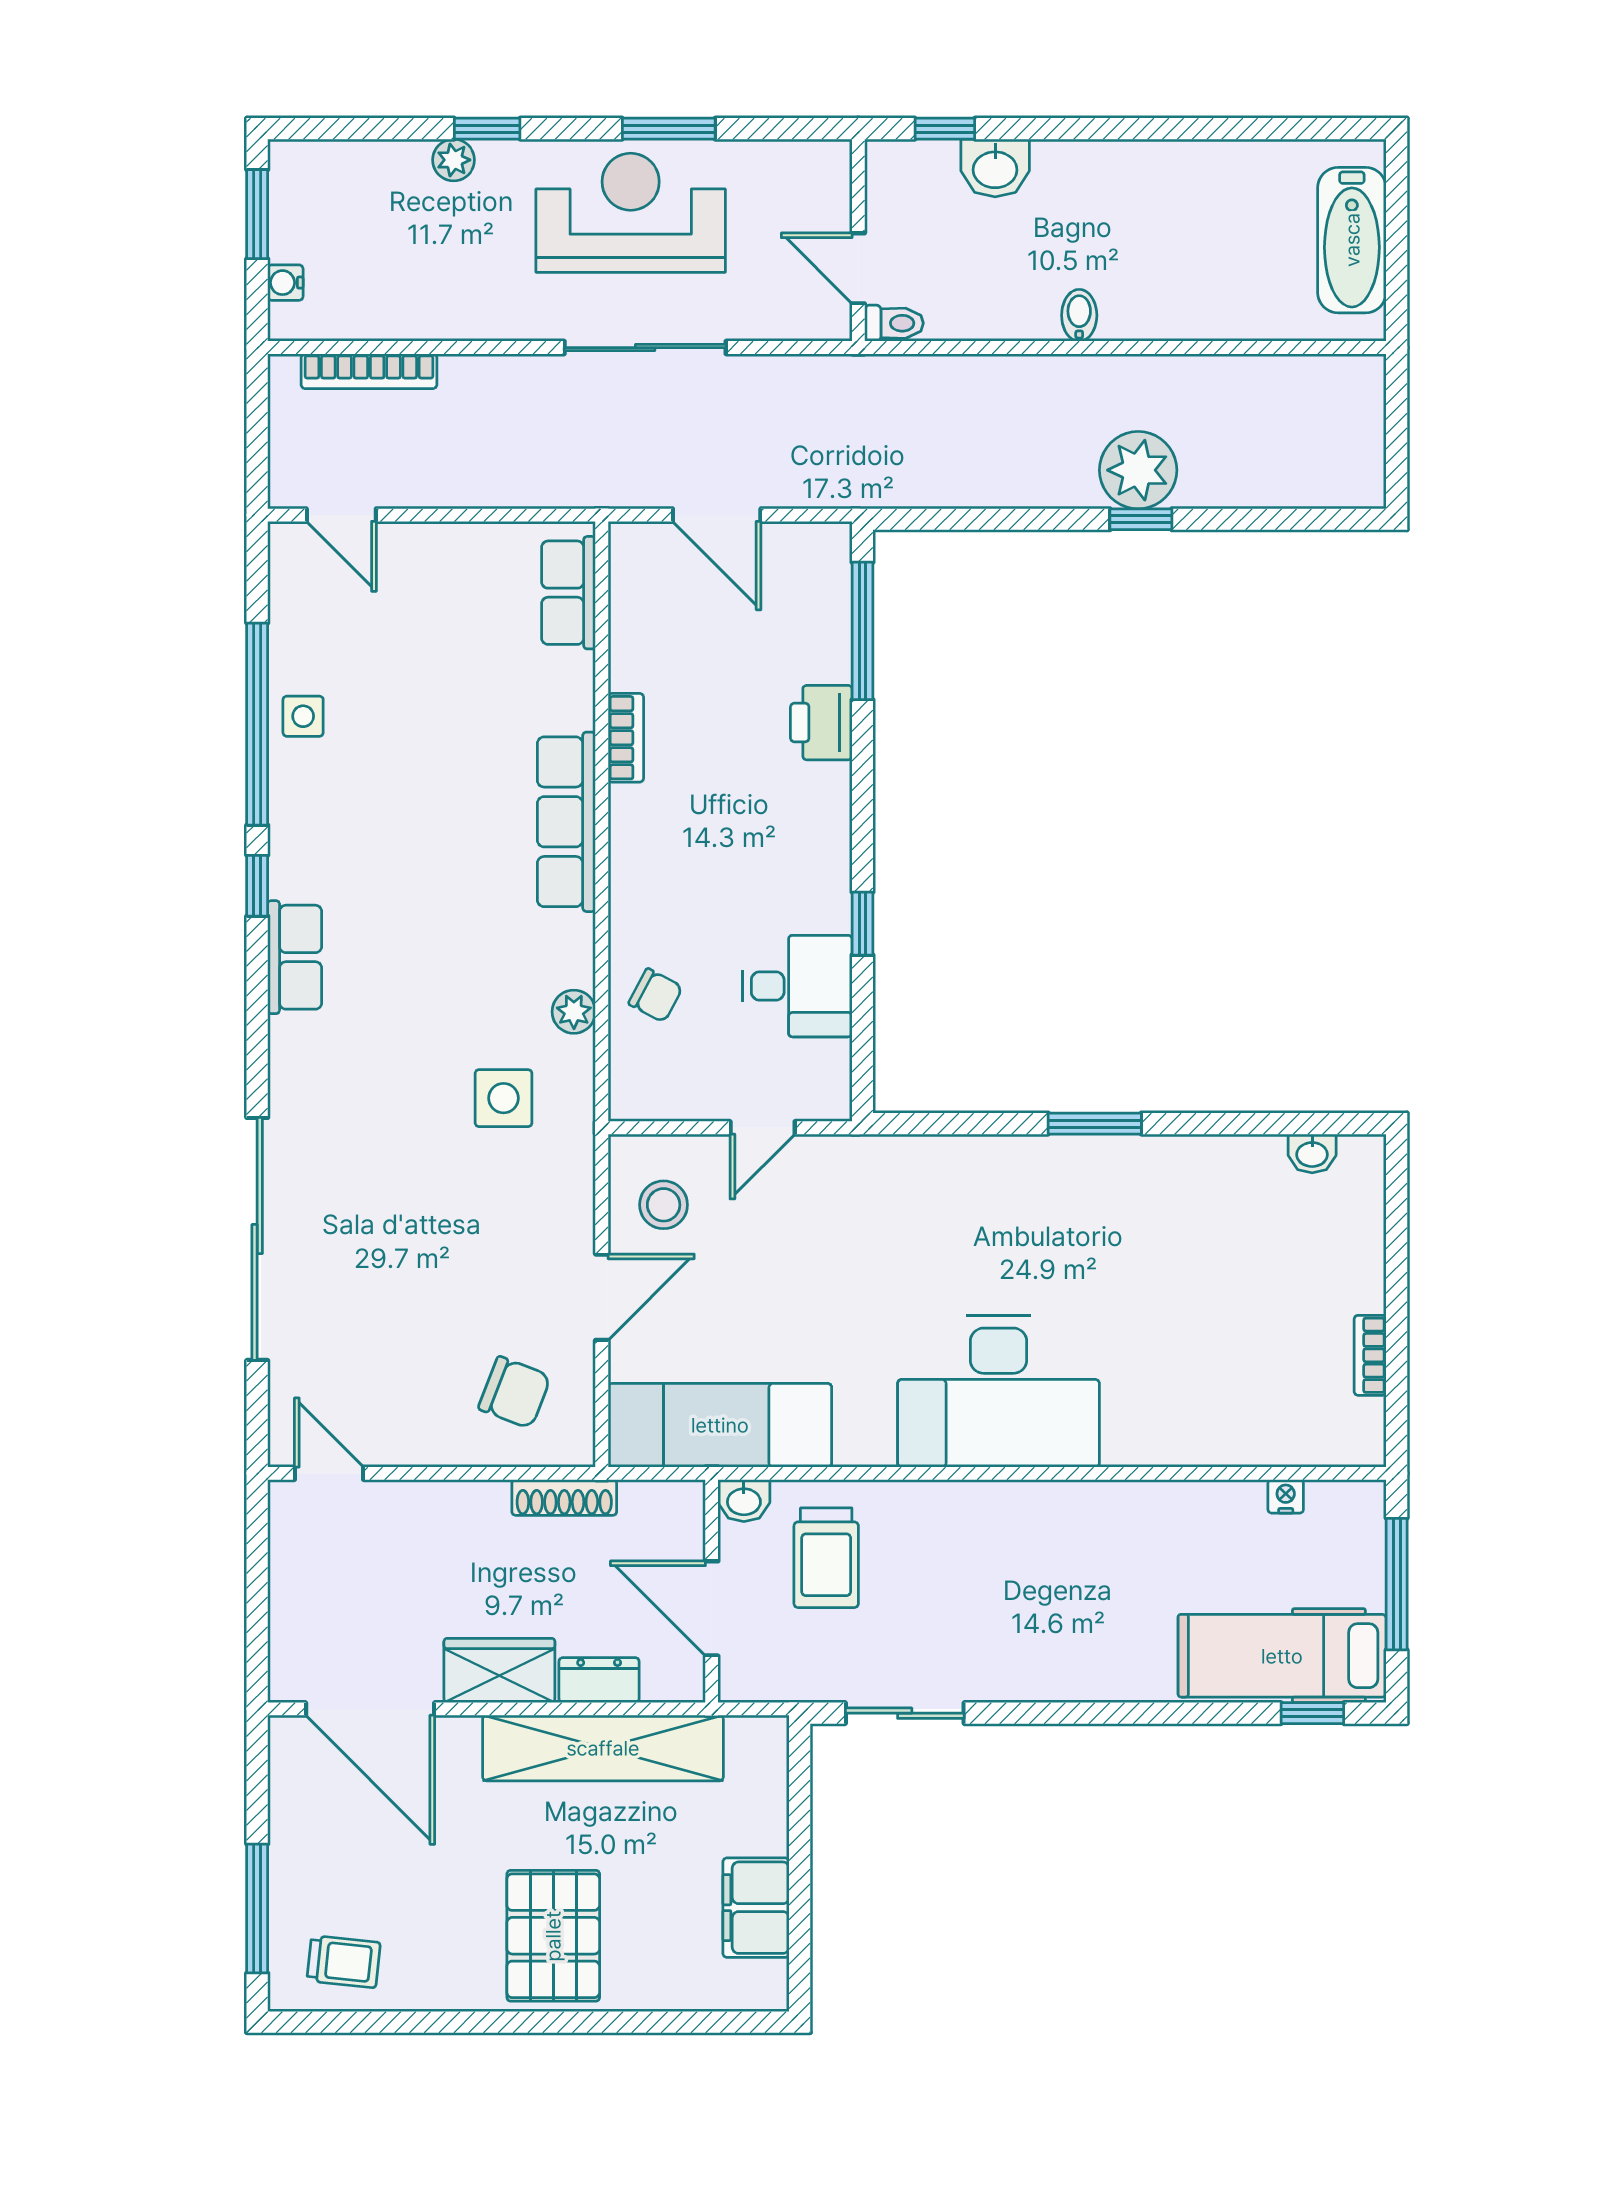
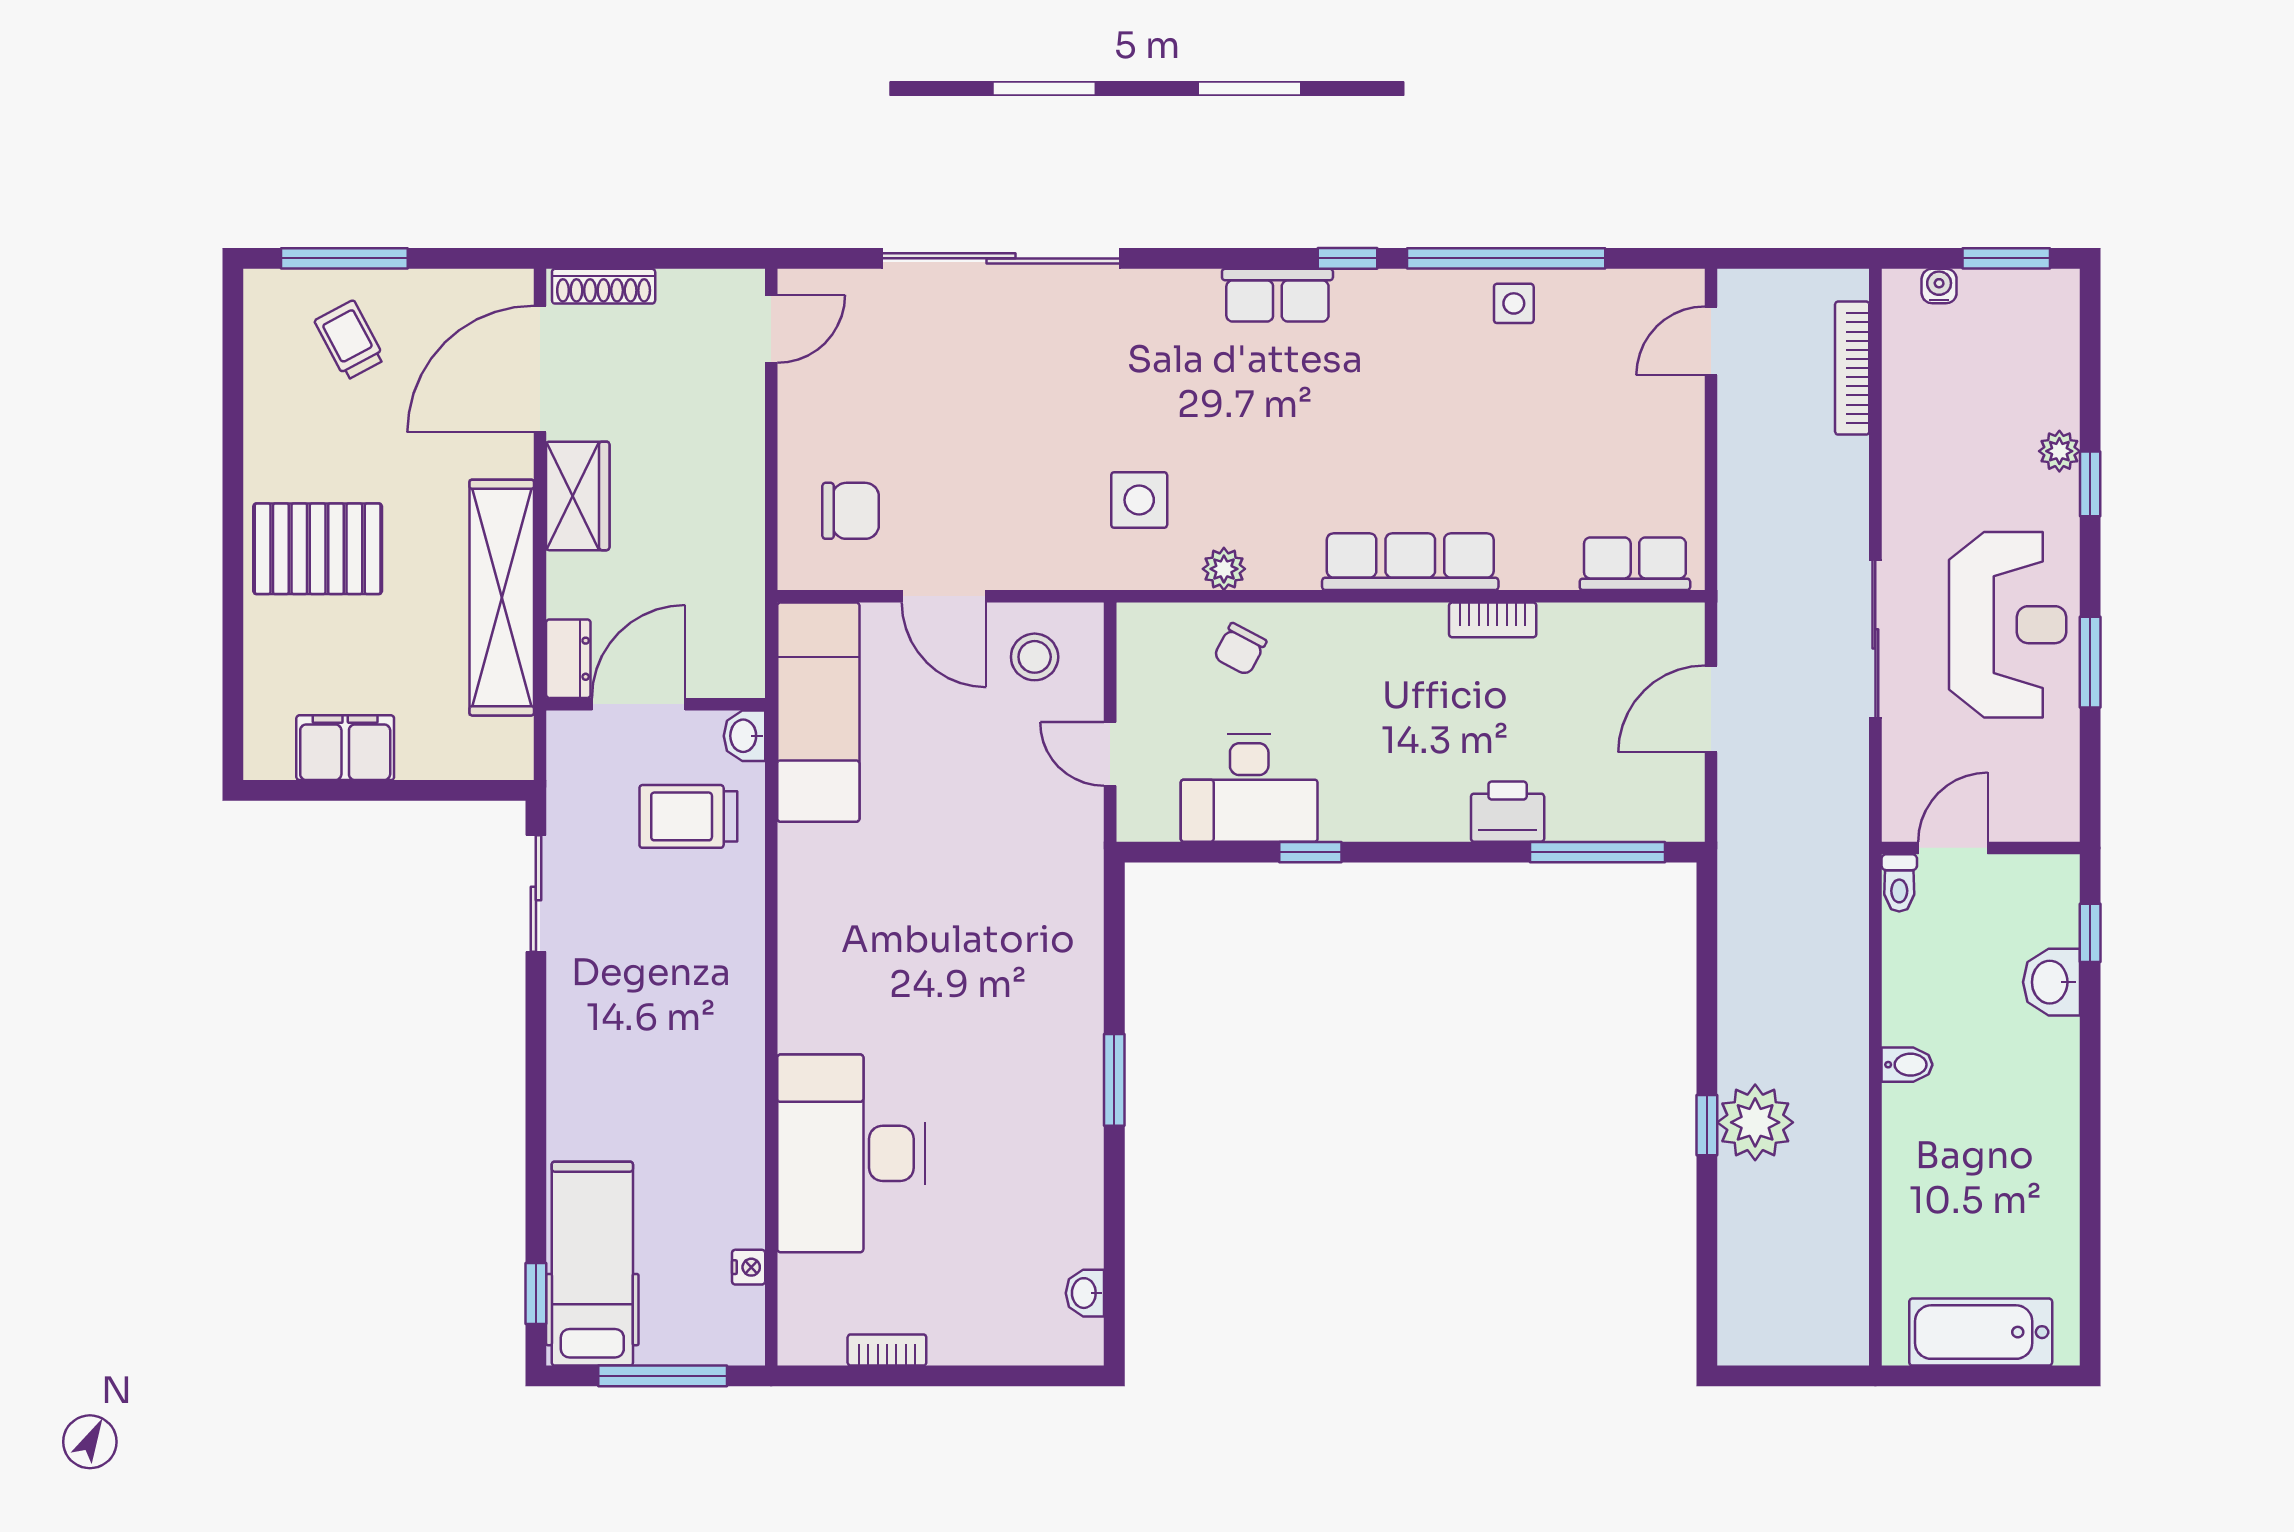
desk: (797, 986) -> (1249, 788), width x1.37
chair: (515, 1392) -> (851, 511), turned -111
desk: (998, 1392) -> (851, 1153), moved
shoe rack: (564, 1497) -> (604, 286), moved, turned -90
dresser: (599, 1680) -> (568, 659), moved
trolley: (344, 1962) -> (350, 340), moved, turned 146

